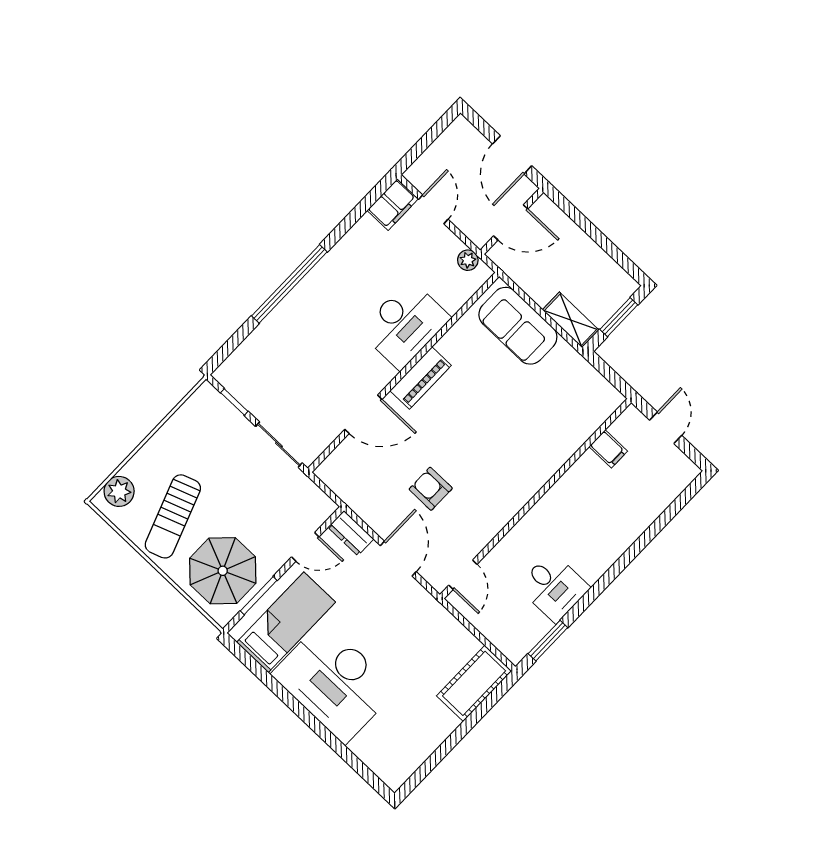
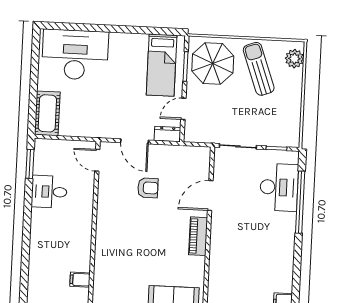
window: (289, 284) -> (300, 202), moved
desk: (405, 324) -> (279, 187), moved, turned 180
desk: (334, 682) -> (75, 55), moved

